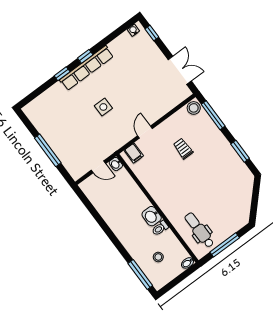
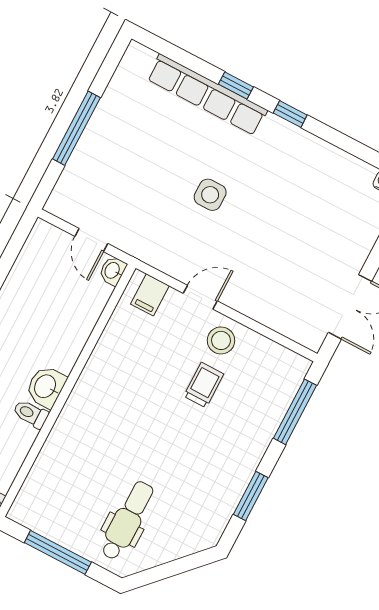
row of seats: (87, 68) -> (207, 95), moved
stool: (194, 108) -> (221, 340), moved
dental chair: (199, 230) -> (127, 521), moved

